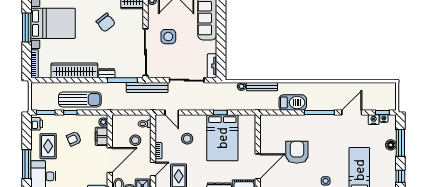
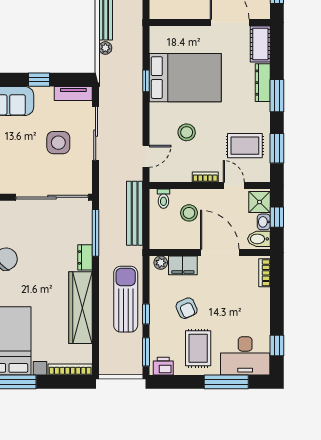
side table: (168, 37) -> (58, 143), moved
window: (221, 44) -> (39, 80), added
bench: (147, 87) -> (135, 213), moved
rug: (48, 146) -> (198, 348), turned 90

